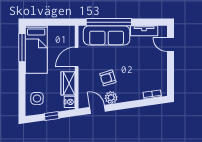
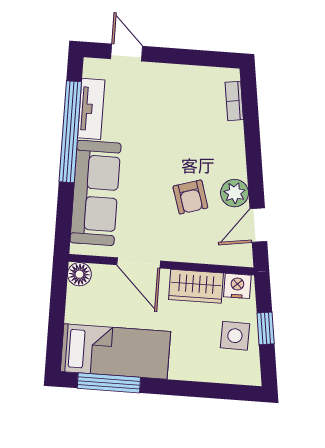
window: (109, 22) -> (70, 132), moved
floor lamp: (70, 31) -> (79, 274), added
door: (170, 45) -> (127, 52), swing flipped
side table: (37, 98) -> (235, 336), moved

